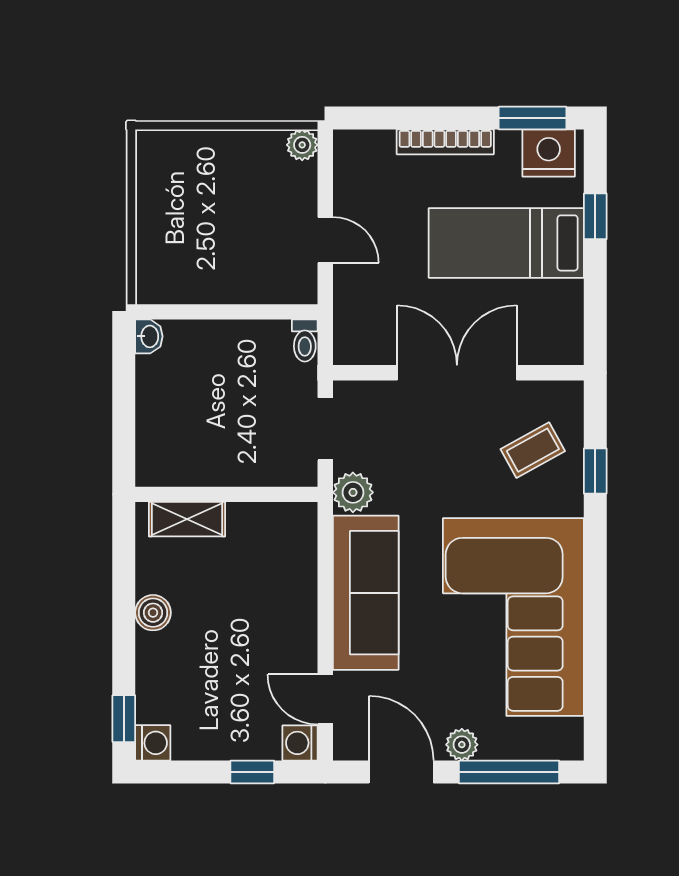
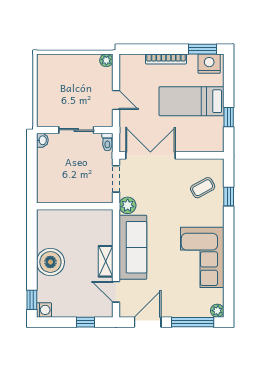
window: (595, 216) -> (229, 117), moved
sliding door: (230, 312) -> (76, 130), added
double door: (457, 373) -> (150, 155), moved
shelving: (187, 519) -> (106, 261), moved, turned 90
boiler: (153, 613) -> (50, 262), width x1.86, depth x1.86
corner sofa: (513, 617) -> (202, 257), width x0.73, depth x0.74
washing machine: (300, 743) -> (105, 310), removed
plant: (462, 745) -> (217, 311), moved
door: (401, 772) -> (148, 322), hinge flipped

